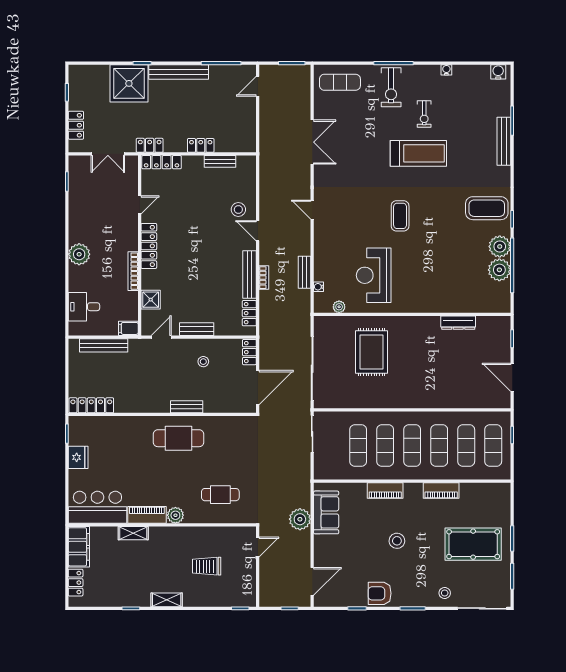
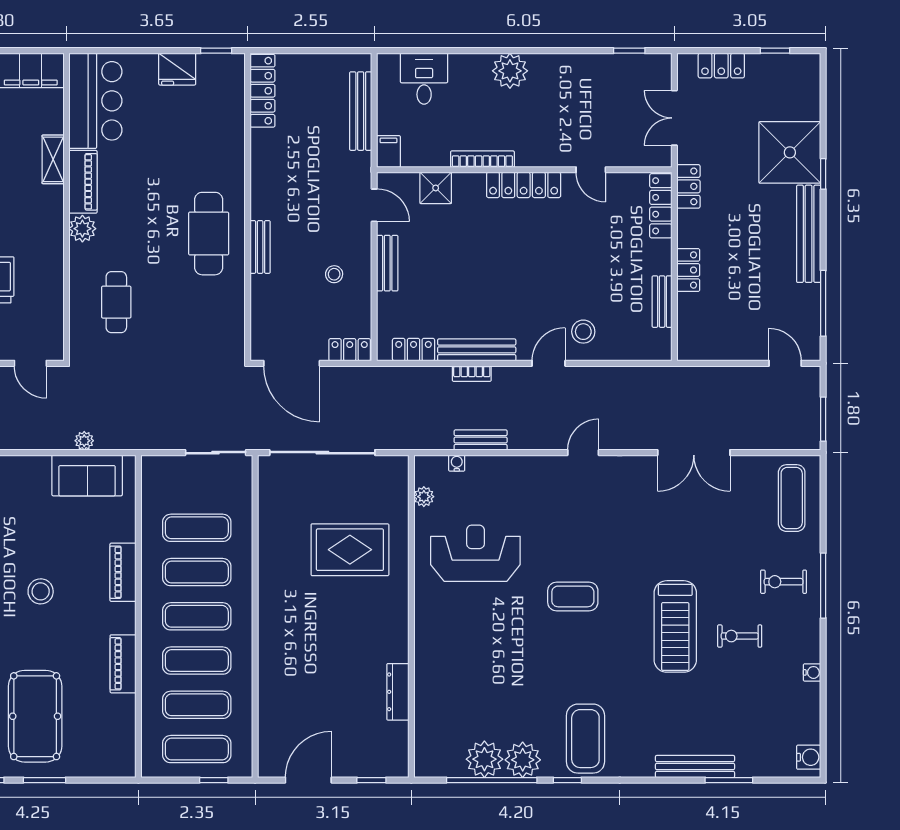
exercise bike: (391, 87) -> (784, 582), width x0.73, depth x0.72
plant: (300, 519) -> (84, 441), width x0.53, depth x0.53

